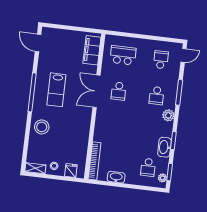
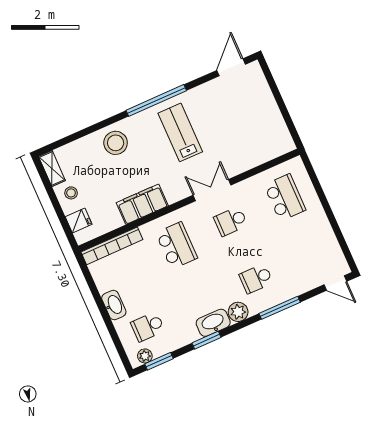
filing cabinet: (92, 50) -> (142, 204), moved
school desk: (161, 60) -> (177, 245), moved, width x1.85
lab bench: (56, 90) -> (180, 132), turned 90
double door: (96, 91) -> (212, 190), width x0.73
washbasin: (164, 147) -> (213, 323), moved
washbasin: (116, 177) -> (114, 305), moved

